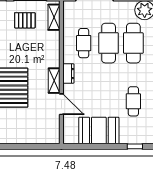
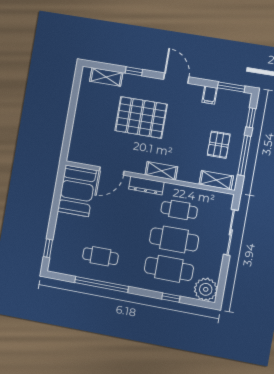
dresser: (68, 74) -> (146, 186), width x1.44
shelving: (54, 81) -> (161, 171), moved
booth: (99, 130) -> (77, 191), moved

